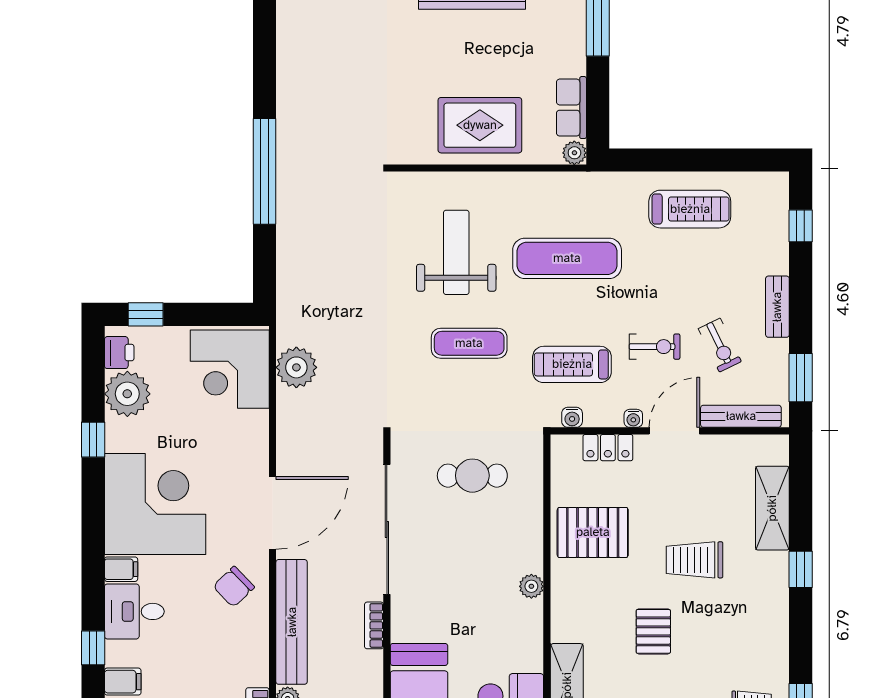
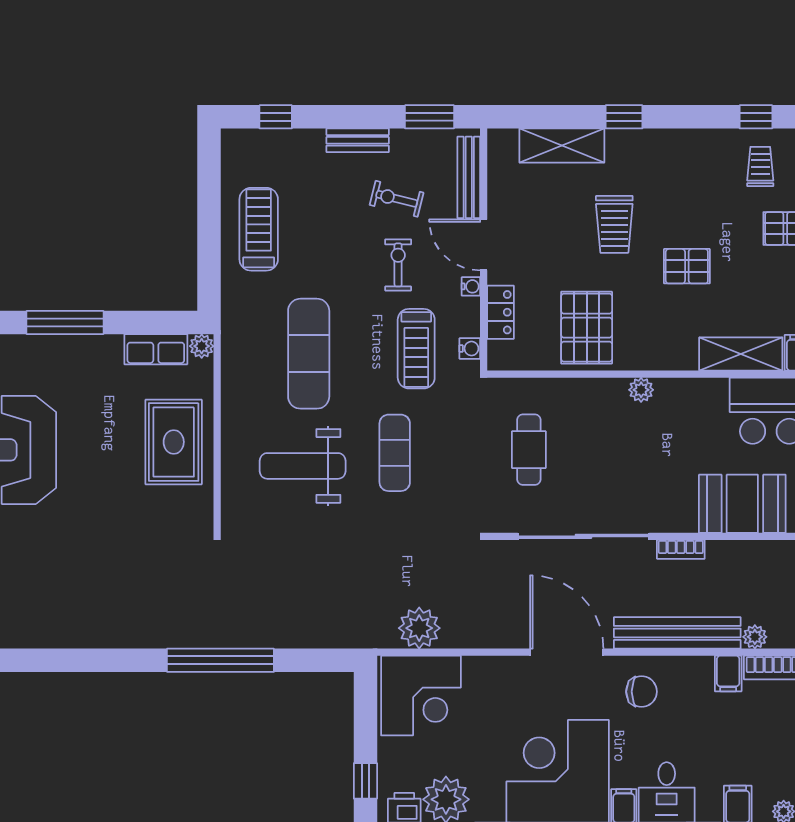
exercise bike: (720, 345) -> (397, 199), turned -140
chair: (234, 587) -> (642, 692), turned -46
filing cabinet: (252, 672) -> (728, 674), added

